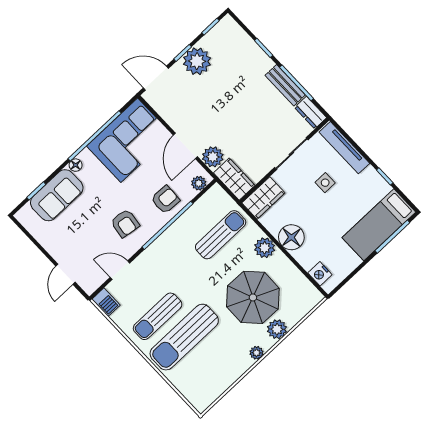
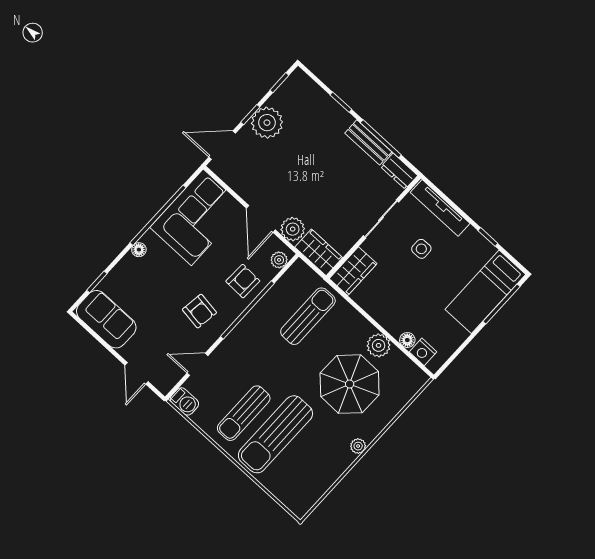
sofa: (57, 195) -> (106, 319), moved, turned -90
floor lamp: (291, 237) -> (407, 340), moved, width x0.53, depth x0.53
plant: (265, 248) -> (379, 345), moved
plant: (277, 329) -> (379, 418), removed

